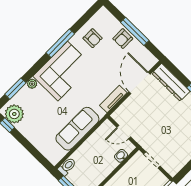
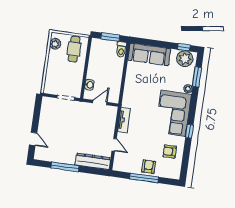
window: (60, 43) -> (189, 131), width x0.46
door: (140, 83) -> (114, 145), width x0.53
sofa: (77, 129) -> (149, 54), moved, turned 90

